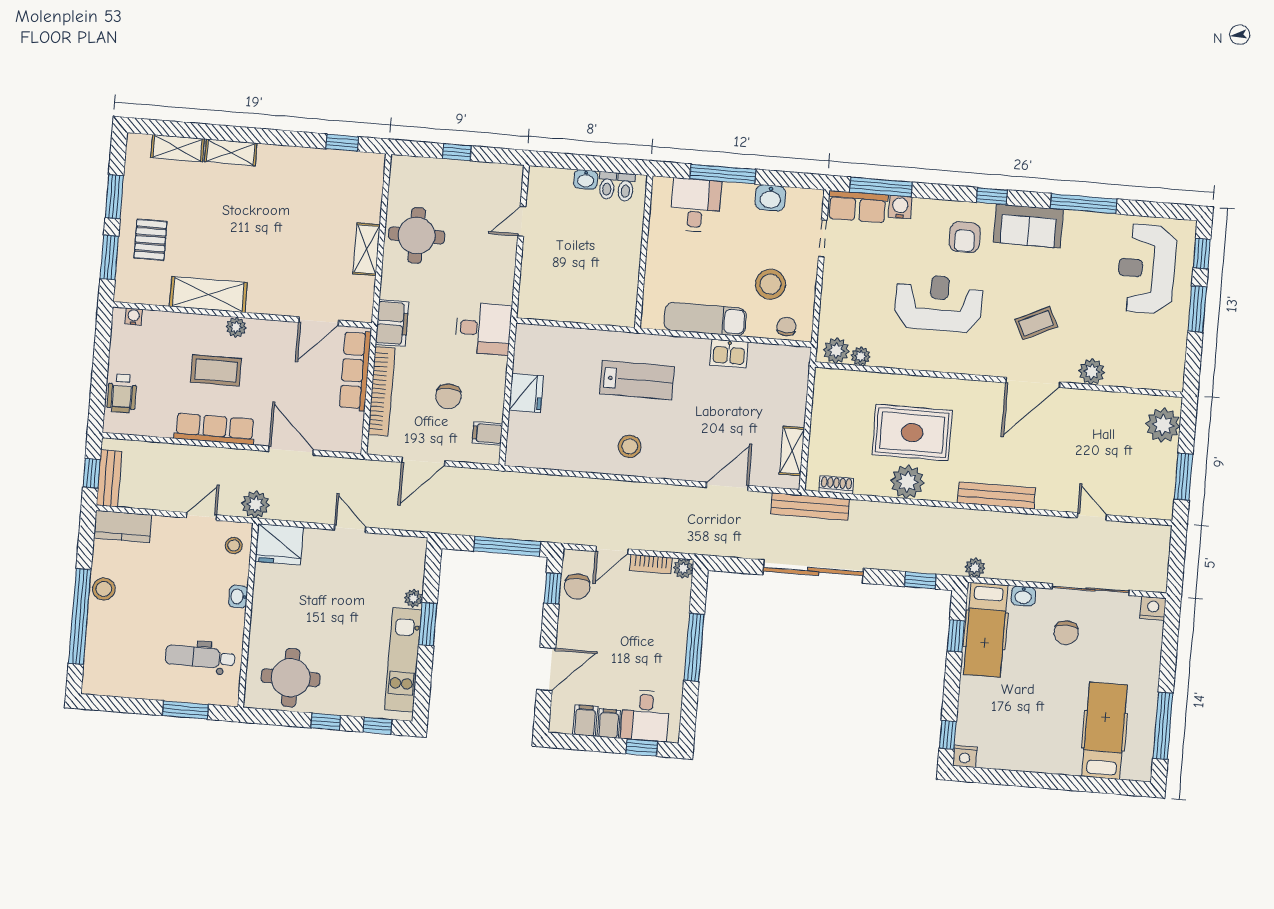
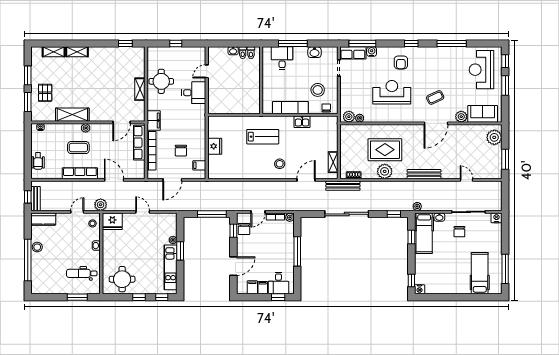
sofa: (1028, 226) -> (483, 114), moved, turned 180
desk: (483, 328) -> (194, 93), moved
stool: (630, 446) -> (280, 164), moved

